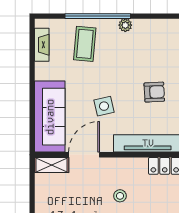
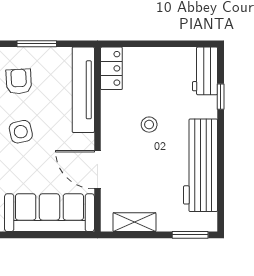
side table: (104, 106) -> (21, 132), moved
shelving: (52, 165) -> (134, 222), moved, turned 90

